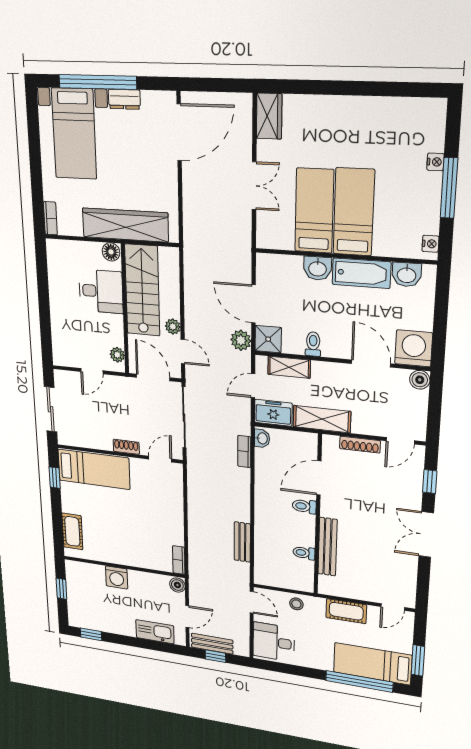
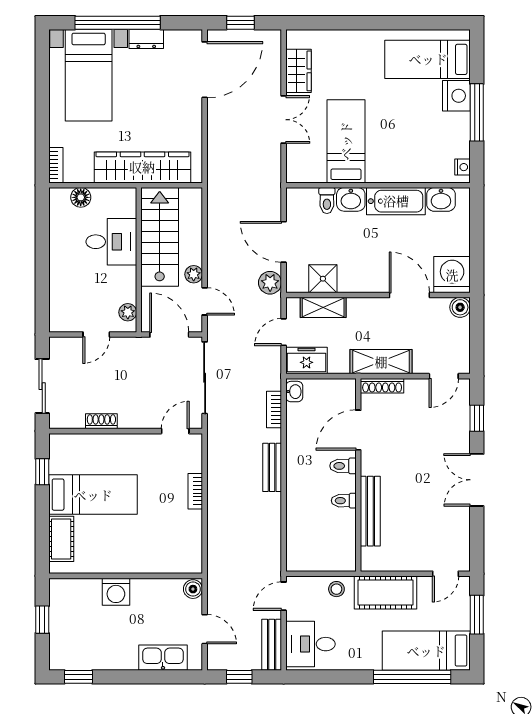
window: (213, 85) -> (240, 23), added
wardrobe: (269, 116) -> (298, 71), moved
nightstand: (435, 162) -> (456, 96), width x1.89, depth x1.79
bed: (354, 212) -> (428, 59), moved, turned -90
floor lamp: (111, 252) -> (81, 197), moved
shower: (268, 339) -> (323, 279), moved
toilet: (313, 344) -> (327, 201), moved, turned 180
shelving: (322, 419) -> (381, 362), moved
shoe rack: (360, 445) -> (382, 386), moved
shoe rack: (126, 447) -> (101, 421), moved
bed: (94, 469) -> (93, 495), moved
bench: (242, 542) -> (272, 467), moved
toilet: (304, 553) -> (344, 501), moved
bookcase: (179, 560) -> (195, 491), moved
door: (252, 602) -> (284, 596), swing flipped
cot: (346, 611) -> (386, 592), width x1.37, depth x1.34
door: (187, 616) -> (205, 629), hinge flipped
bench: (212, 644) -> (272, 645), moved, turned 90
window: (418, 660) -> (477, 615), moved

